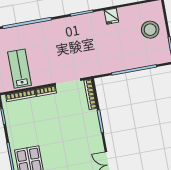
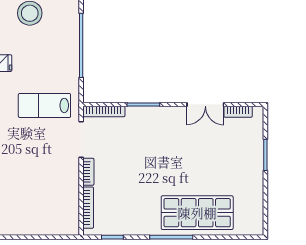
lab bench: (20, 69) -> (44, 105), moved

